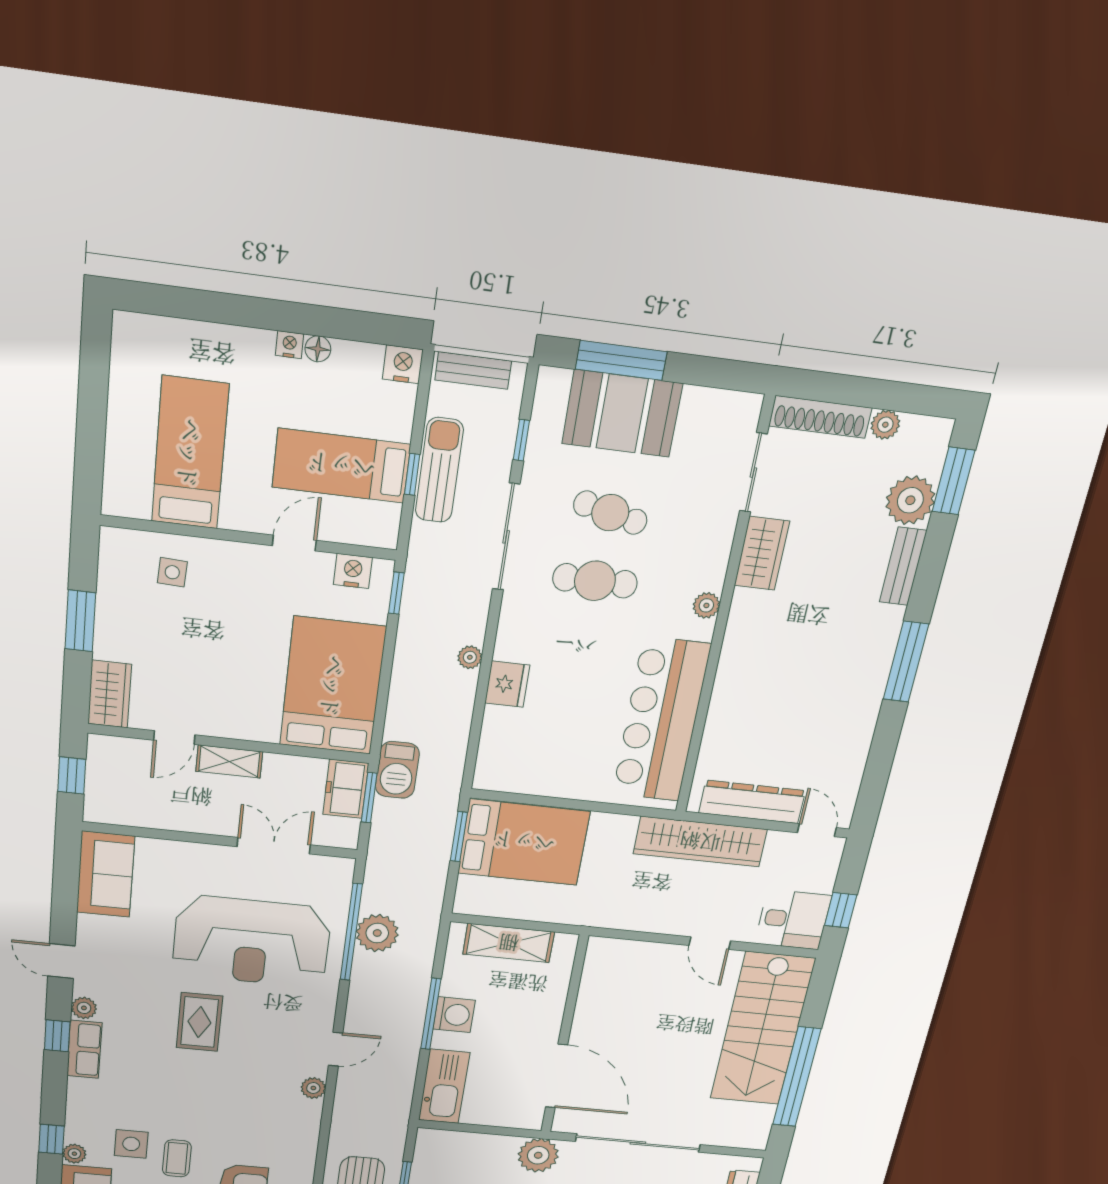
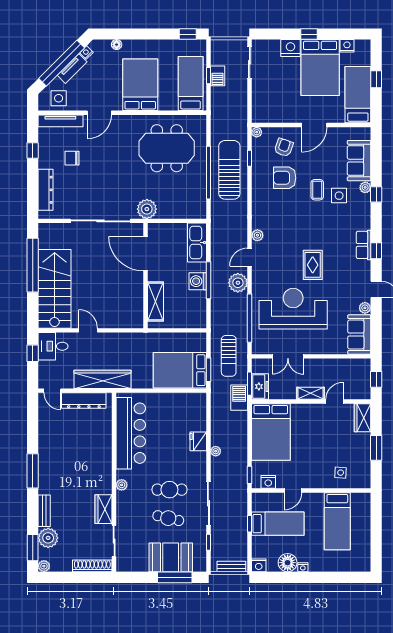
floor lamp: (318, 349) -> (288, 563), width x1.89, depth x1.89
plant: (885, 425) -> (44, 566), moved
sun lounger: (439, 470) -> (229, 356), moved
plant: (377, 933) -> (238, 283), moved
shelving: (509, 943) -> (155, 301), moved, turned 90
plant: (84, 1008) -> (365, 308), moved

